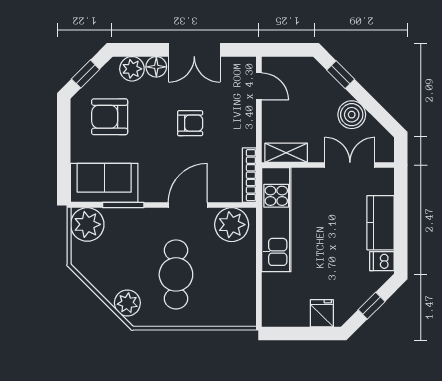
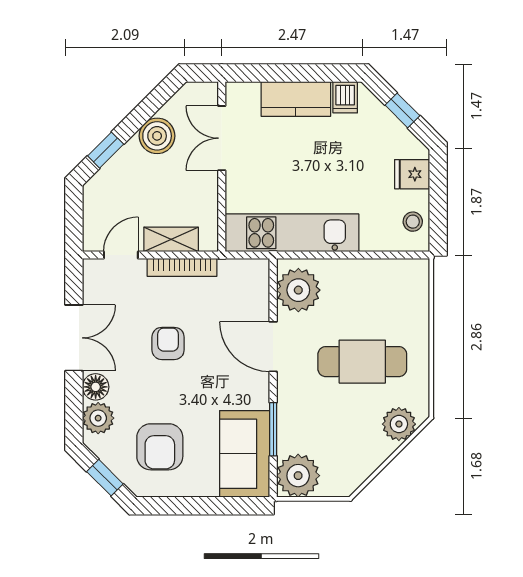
shelving: (286, 153) -> (171, 239), moved, turned 90
bookcase: (249, 175) -> (182, 267), moved
stool: (285, 314) -> (413, 222), added

